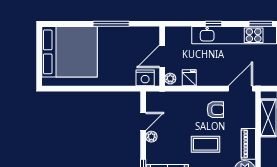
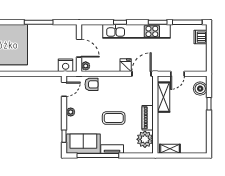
door: (162, 56) -> (79, 48), swing flipped
fridge: (189, 78) -> (126, 65), moved
armchair: (215, 110) -> (91, 84), moved
door: (143, 121) -> (64, 89), moved

